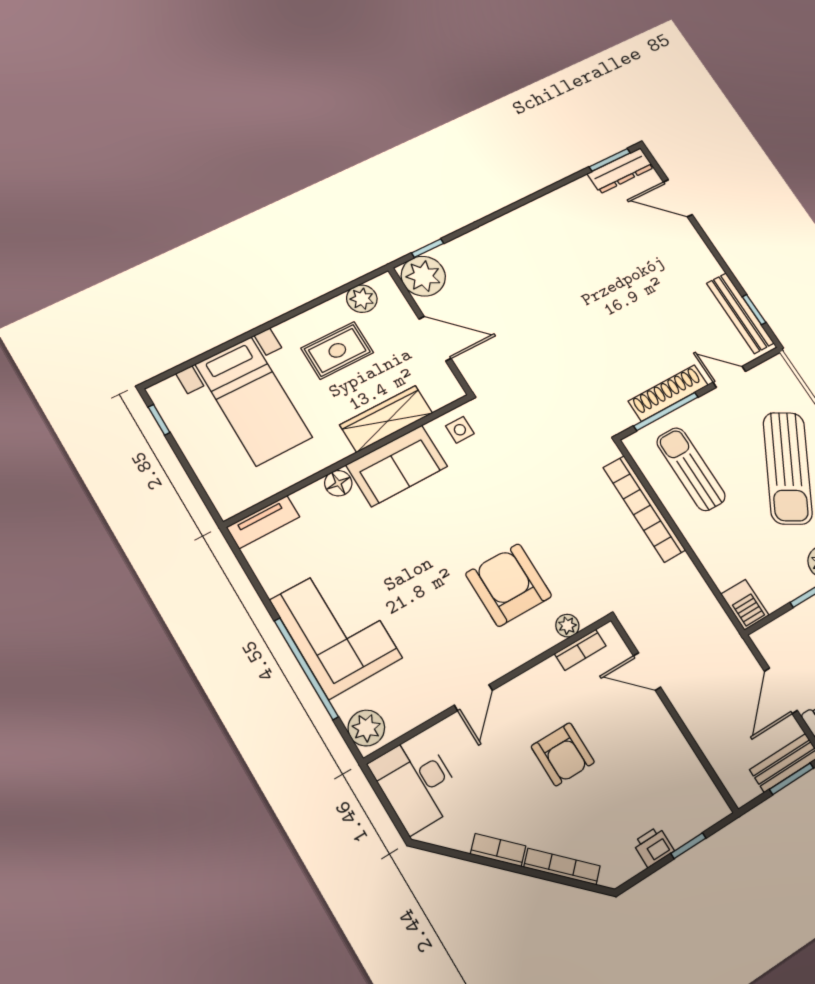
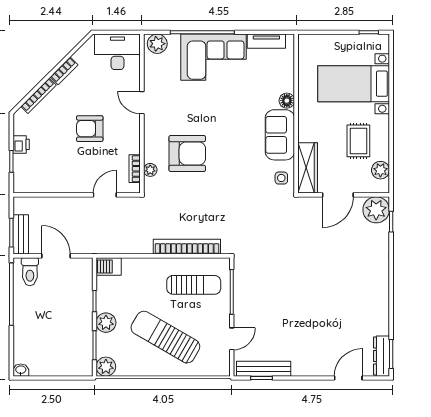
shoe rack: (668, 393) -> (241, 300), removed
wardrobe: (386, 419) -> (308, 168), moved
tv unit: (263, 522) -> (266, 41), moved, turned -90

